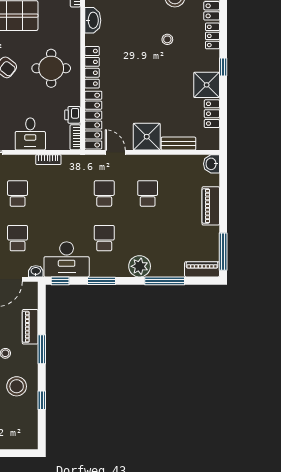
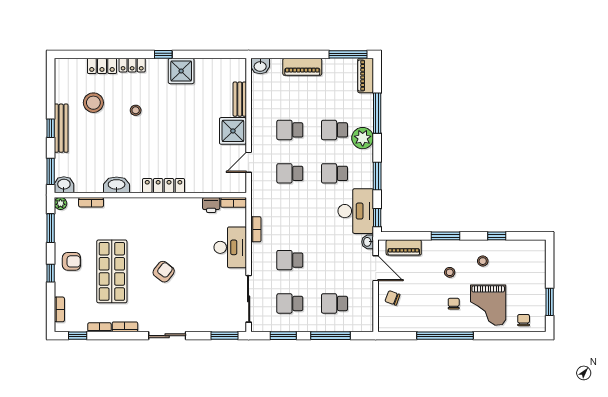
round table: (51, 68) -> (165, 226), removed
locker: (212, 114) -> (210, 66), removed
locker: (93, 120) -> (216, 184), removed
desk: (30, 134) -> (230, 247), width x1.37
school desk: (18, 238) -> (334, 130), moved
piano: (30, 327) -> (404, 247), moved
stool: (17, 386) -> (483, 261), width x0.53, depth x0.53

